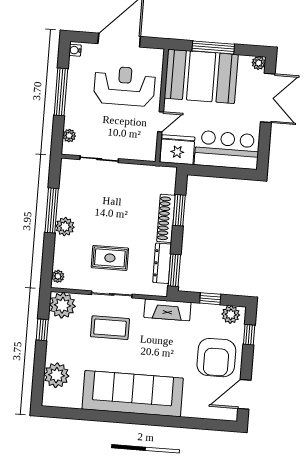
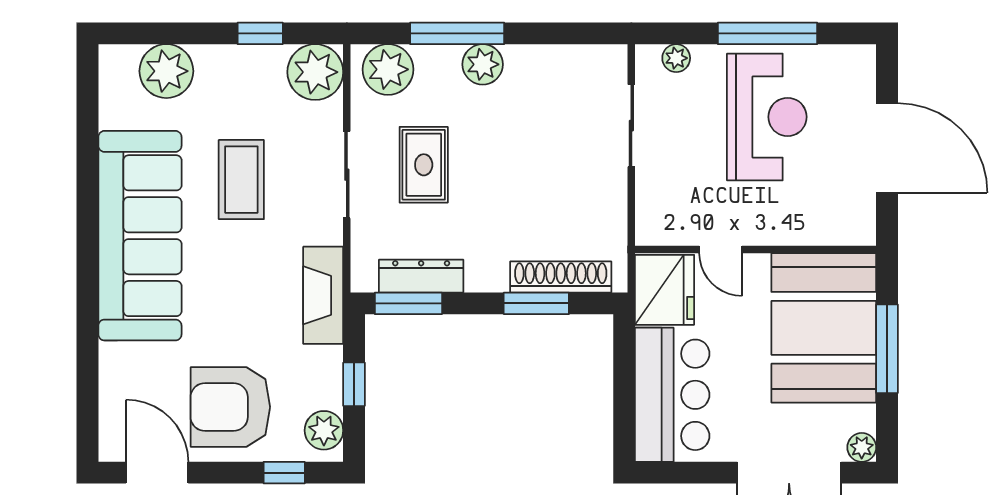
water cooler: (75, 50) -> (858, 56), removed
reception desk: (124, 86) -> (767, 117), moved
window: (52, 210) -> (457, 33), moved
shoe rack: (166, 218) -> (561, 277), moved
plant: (58, 276) -> (388, 69), width x1.87, depth x1.87
coffee table: (110, 328) -> (241, 180), moved

